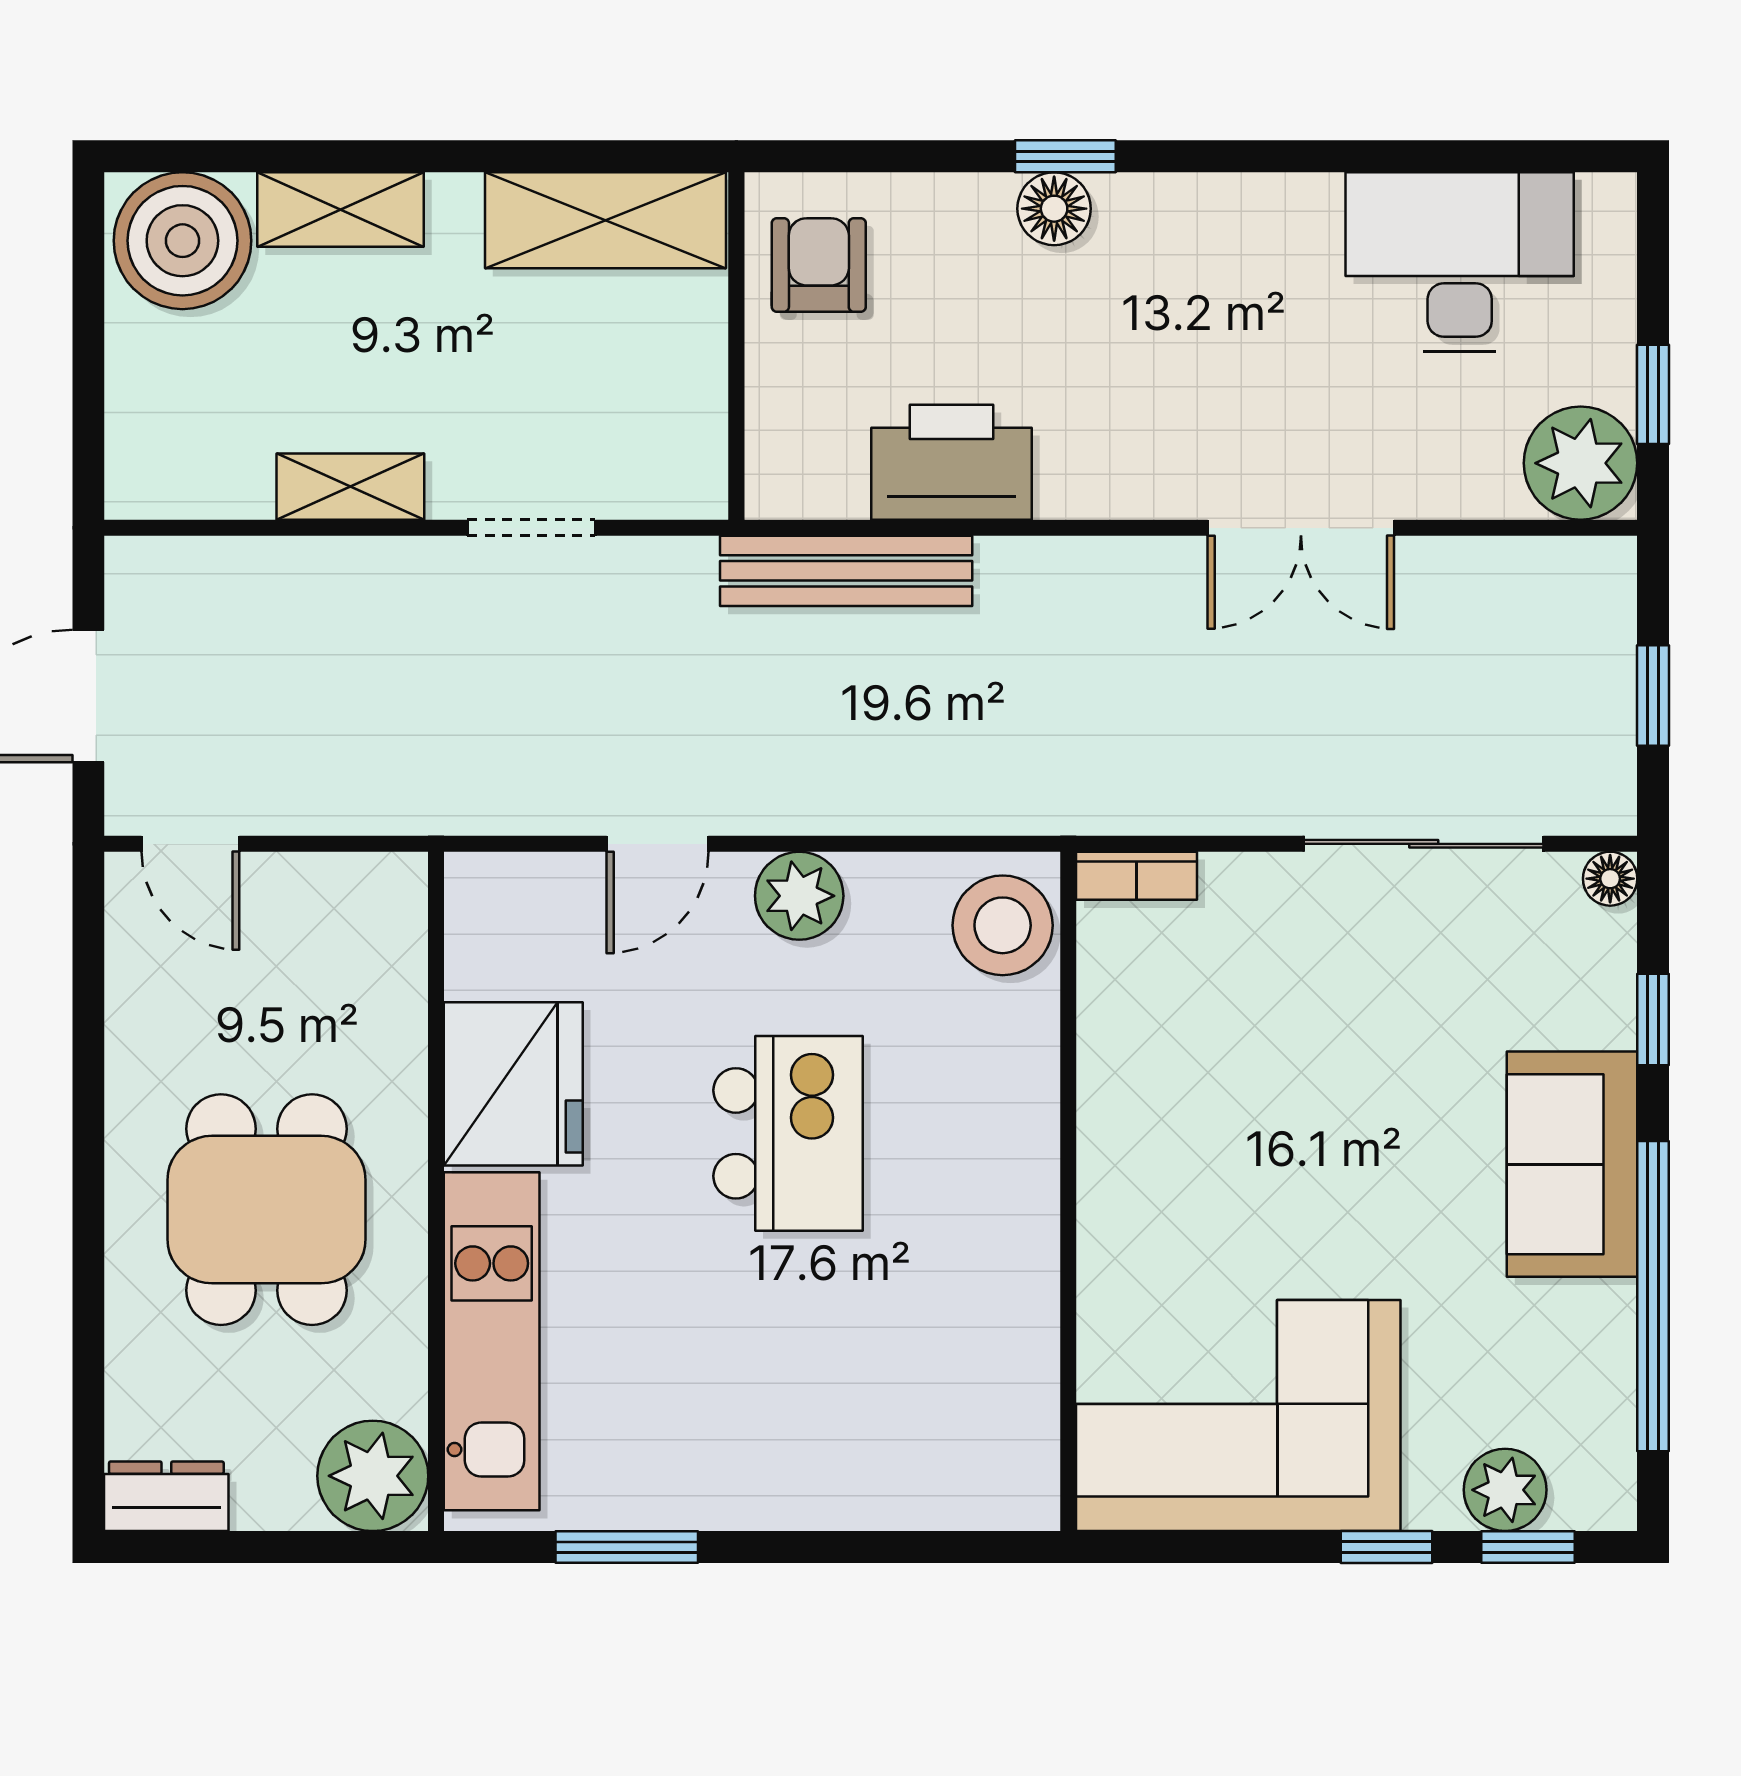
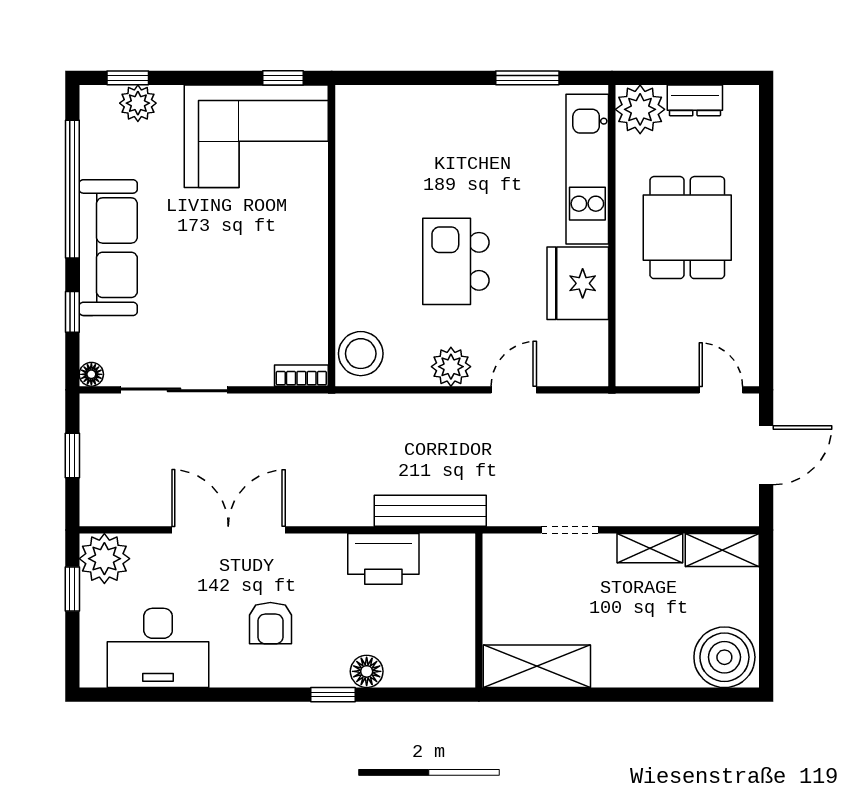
shelving: (341, 209) -> (722, 550), moved
floor lamp: (1054, 209) -> (367, 671), moved
armchair: (819, 265) -> (270, 623), moved
double door: (1301, 528) -> (228, 530), width x1.37
sofa: (1572, 1164) -> (108, 248), width x1.36
dresser: (166, 1496) -> (695, 100), moved
window: (1386, 1547) -> (283, 78), moved

